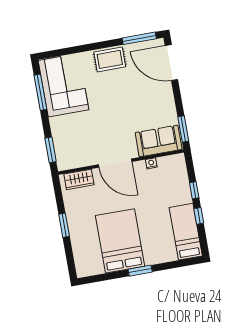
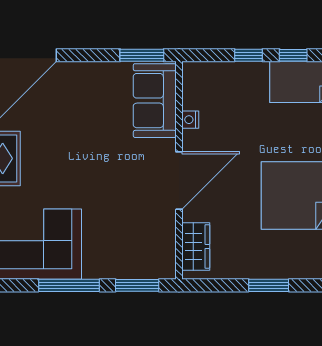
window: (40, 92) -> (69, 285), moved

